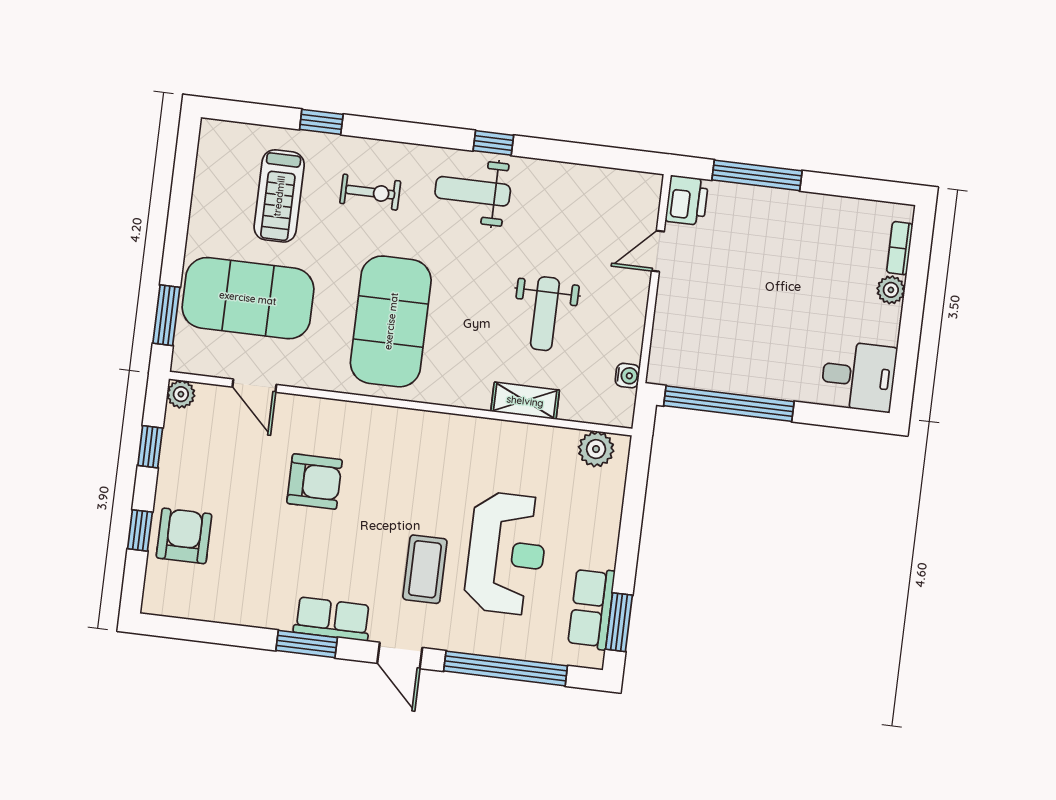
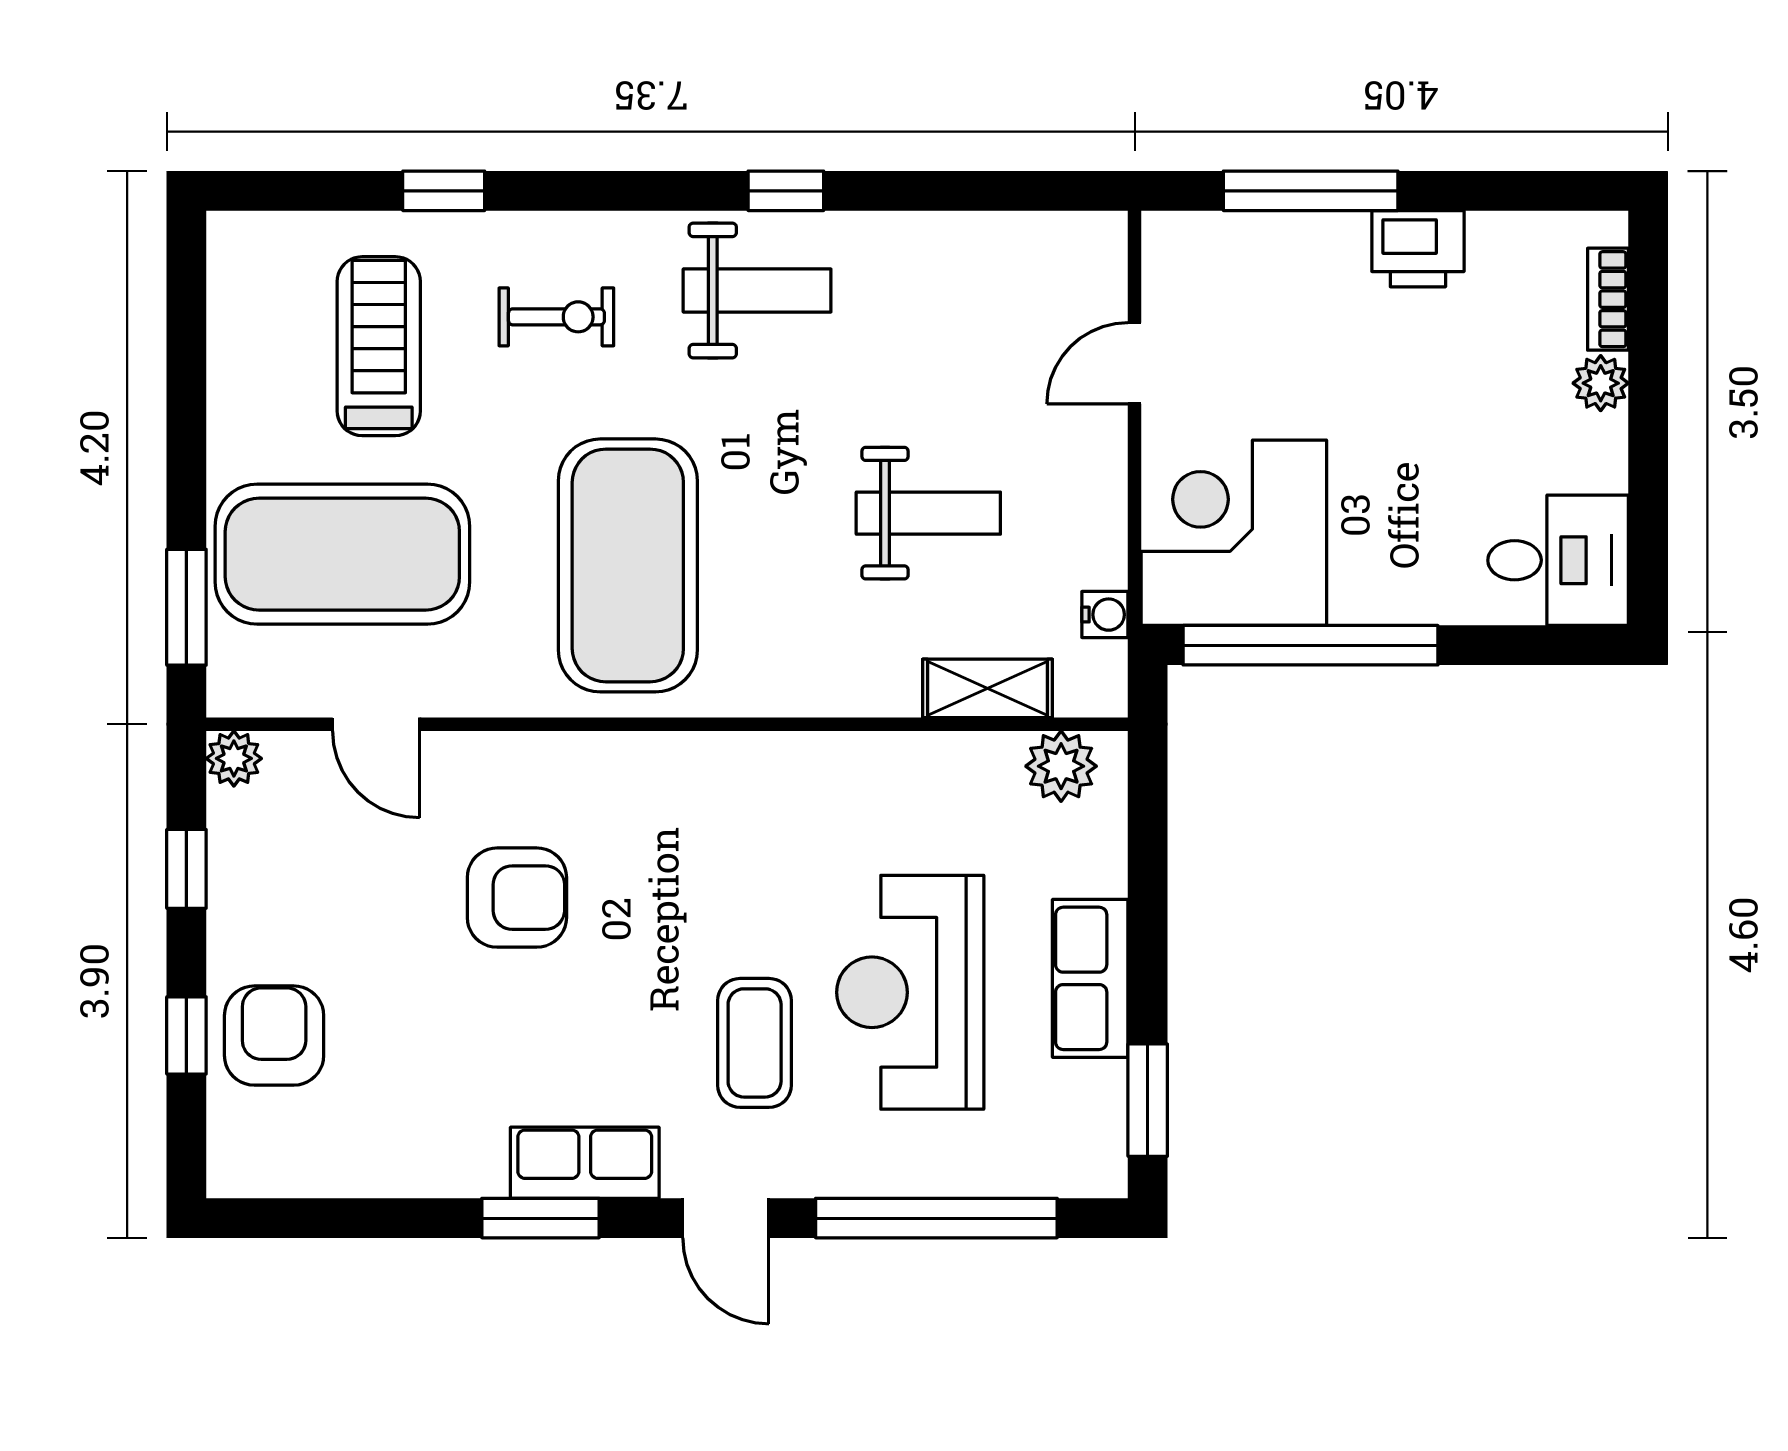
weight bench: (473, 191) -> (757, 290), turned 180
treadmill: (279, 196) -> (379, 346), turned 180
printer: (687, 200) -> (1418, 249), moved, turned 90
weight bench: (545, 314) -> (928, 513), turned -90
corner desk: (697, 342) -> (1234, 533), added
shelving: (525, 401) -> (988, 688), moved
reception desk: (506, 553) -> (910, 992), turned 180
row of seats: (591, 608) -> (1090, 978), moved

